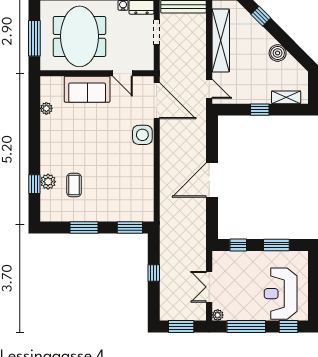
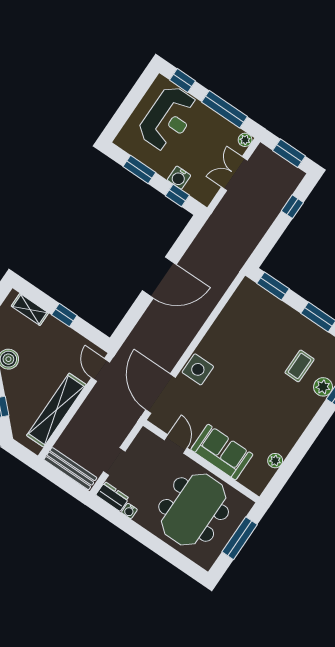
water cooler: (245, 258) -> (179, 178), added
window: (154, 273) -> (292, 207), moved
double door: (209, 287) -> (234, 174), swing flipped

